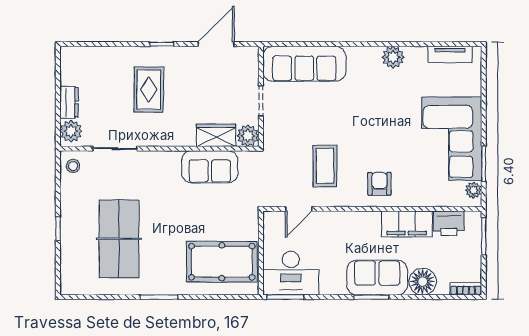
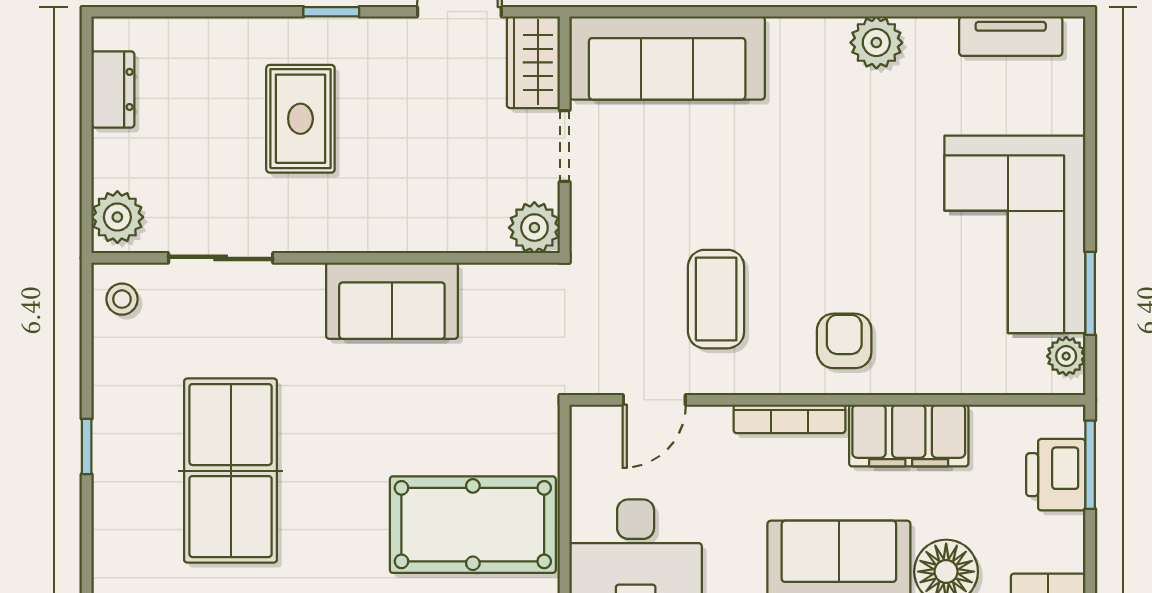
dresser: (69, 102) -> (113, 89), moved
wardrobe: (216, 135) -> (533, 62), moved, turned -90
sofa: (210, 167) -> (392, 301), moved
bookcase: (356, 217) -> (789, 419), added
printer: (449, 223) -> (1056, 475), moved, turned 90

